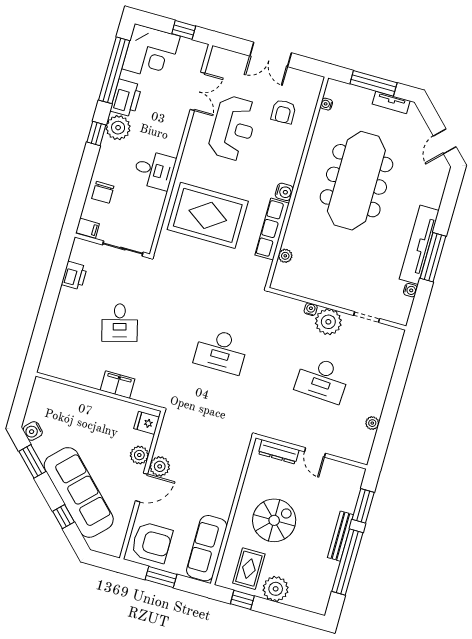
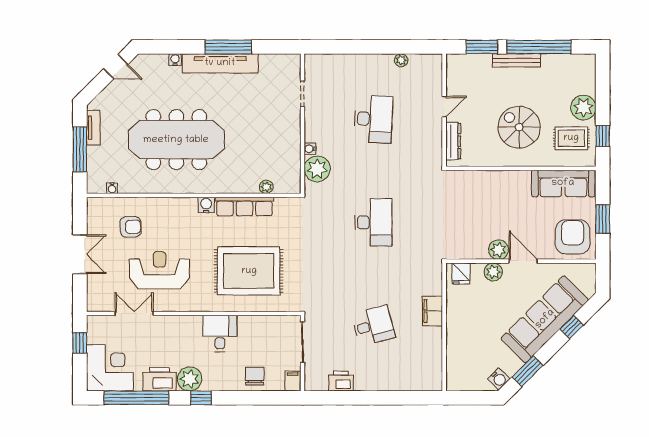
chair: (103, 192) -> (255, 376), turned -90
rug: (208, 215) -> (249, 271), turned 90
water cooler: (410, 290) -> (175, 60), moved
plant: (328, 322) -> (317, 169), moved

